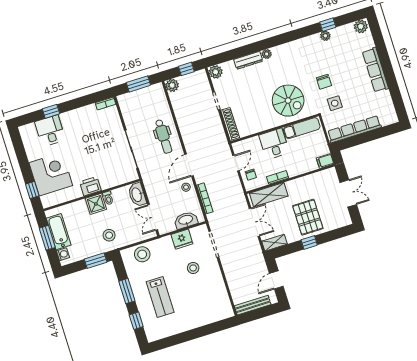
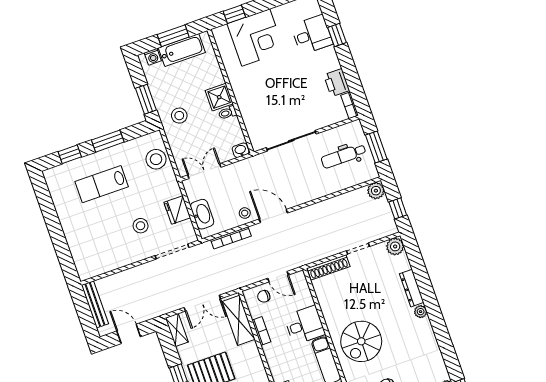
dental chair: (163, 136) -> (344, 156), moved
printer: (90, 186) -> (337, 83), moved, turned 180
washbasin: (137, 195) -> (241, 150), width x0.52, depth x0.69

